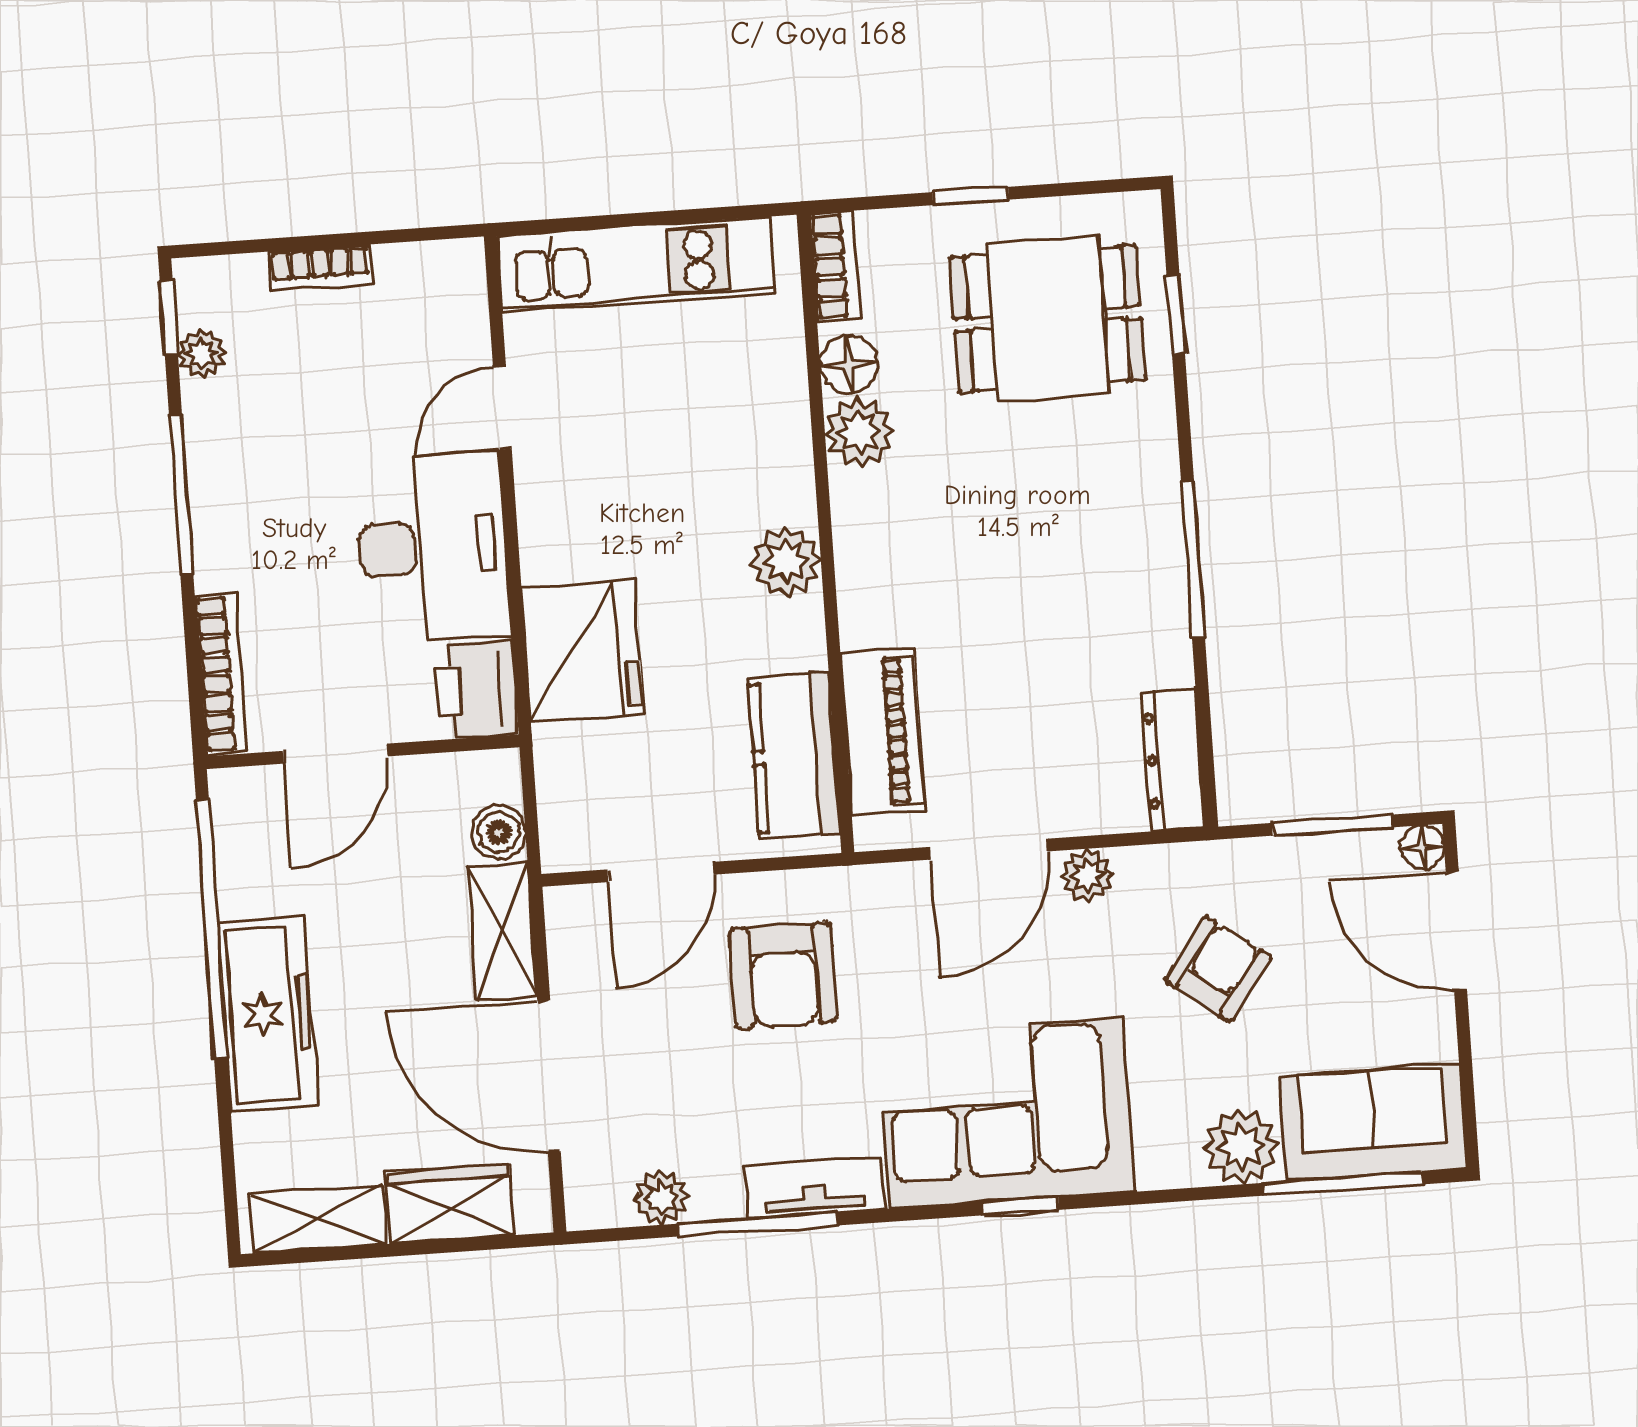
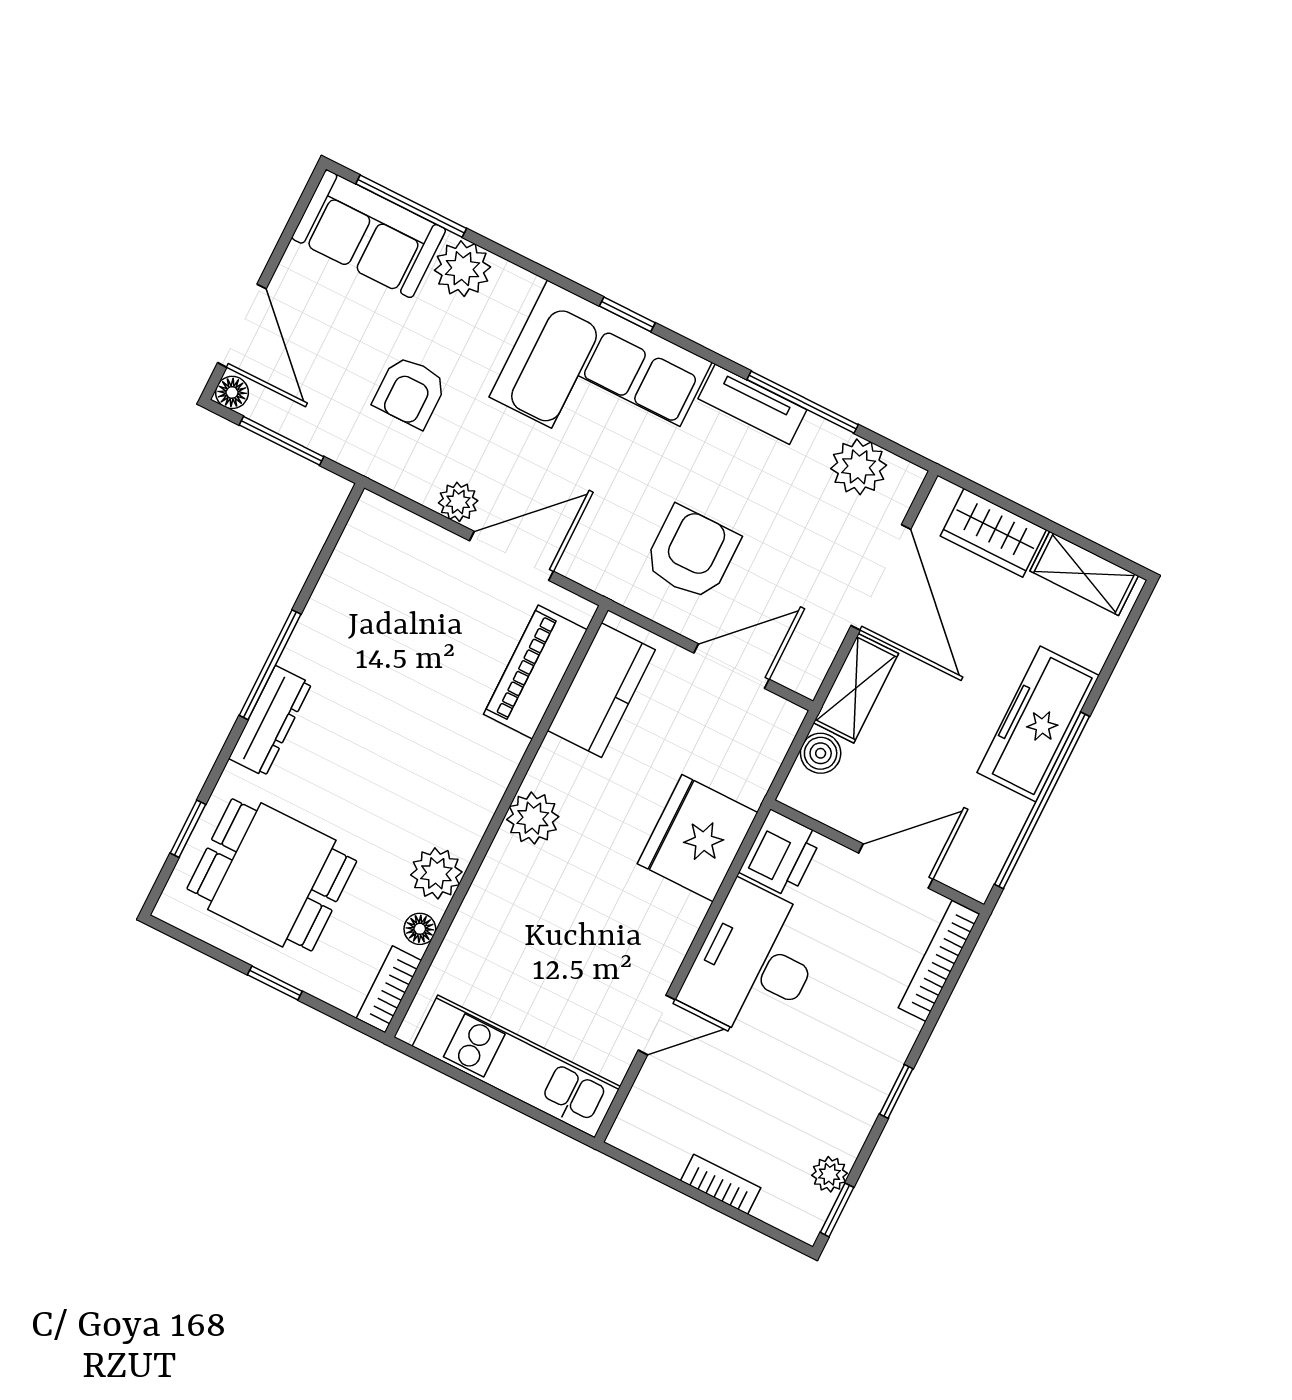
floor lamp: (849, 364) -> (420, 929), width x0.73, depth x0.73
window: (181, 495) -> (896, 1091), width x0.46
dresser: (1173, 760) -> (270, 721), moved
armchair: (1218, 969) -> (410, 392), turned -36
plant: (661, 1198) -> (859, 467), width x1.38, depth x1.38

